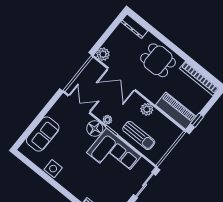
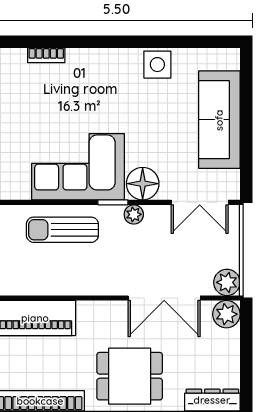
double door: (121, 79) -> (164, 298), swing flipped
plant: (147, 109) -> (227, 282), moved
sofa: (43, 134) -> (219, 120), width x1.36

